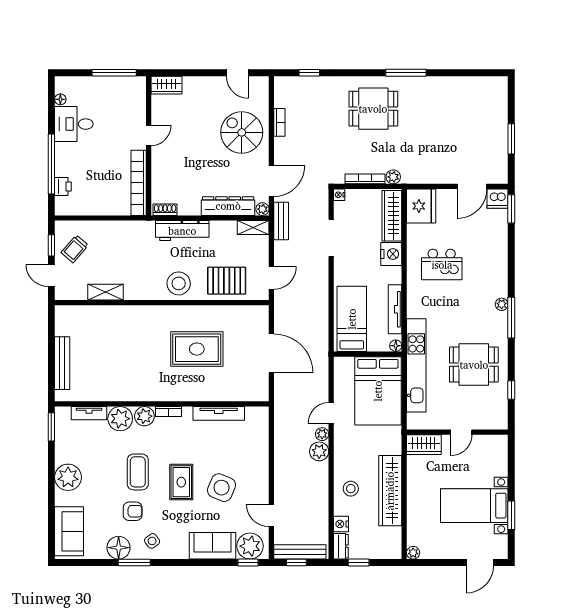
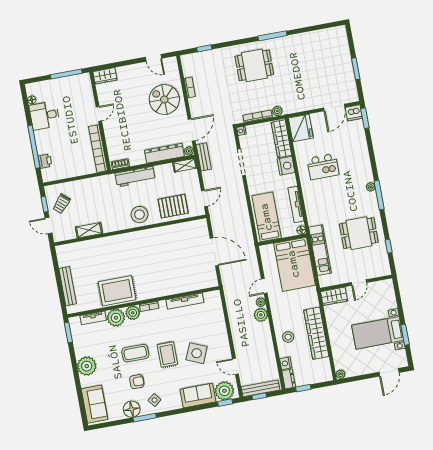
rug: (197, 349) -> (117, 291), moved
kitchen unit: (416, 365) -> (320, 250), width x0.73
coffee table: (138, 472) -> (135, 353), turned 90

